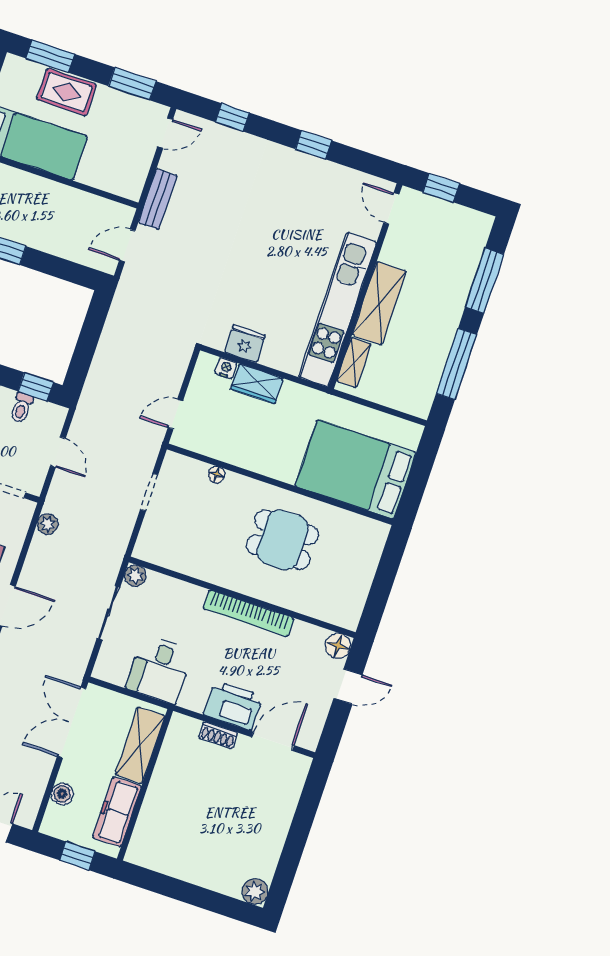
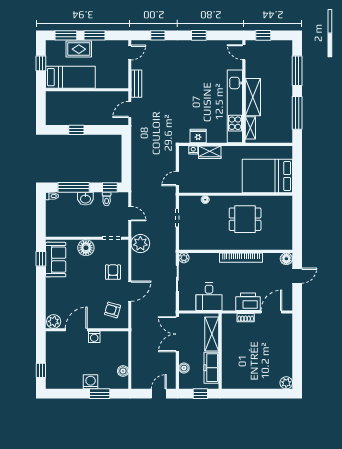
window: (132, 84) -> (94, 35), moved
plant: (48, 524) -> (140, 244), width x1.88, depth x1.88

